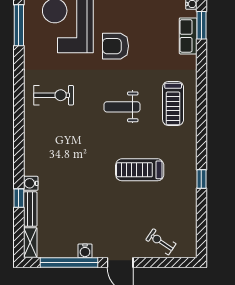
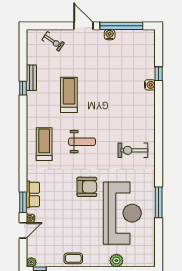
treadmill: (140, 170) -> (69, 95), turned -90
bench: (30, 209) -> (31, 78), moved
shelving: (30, 242) -> (150, 41), removed

